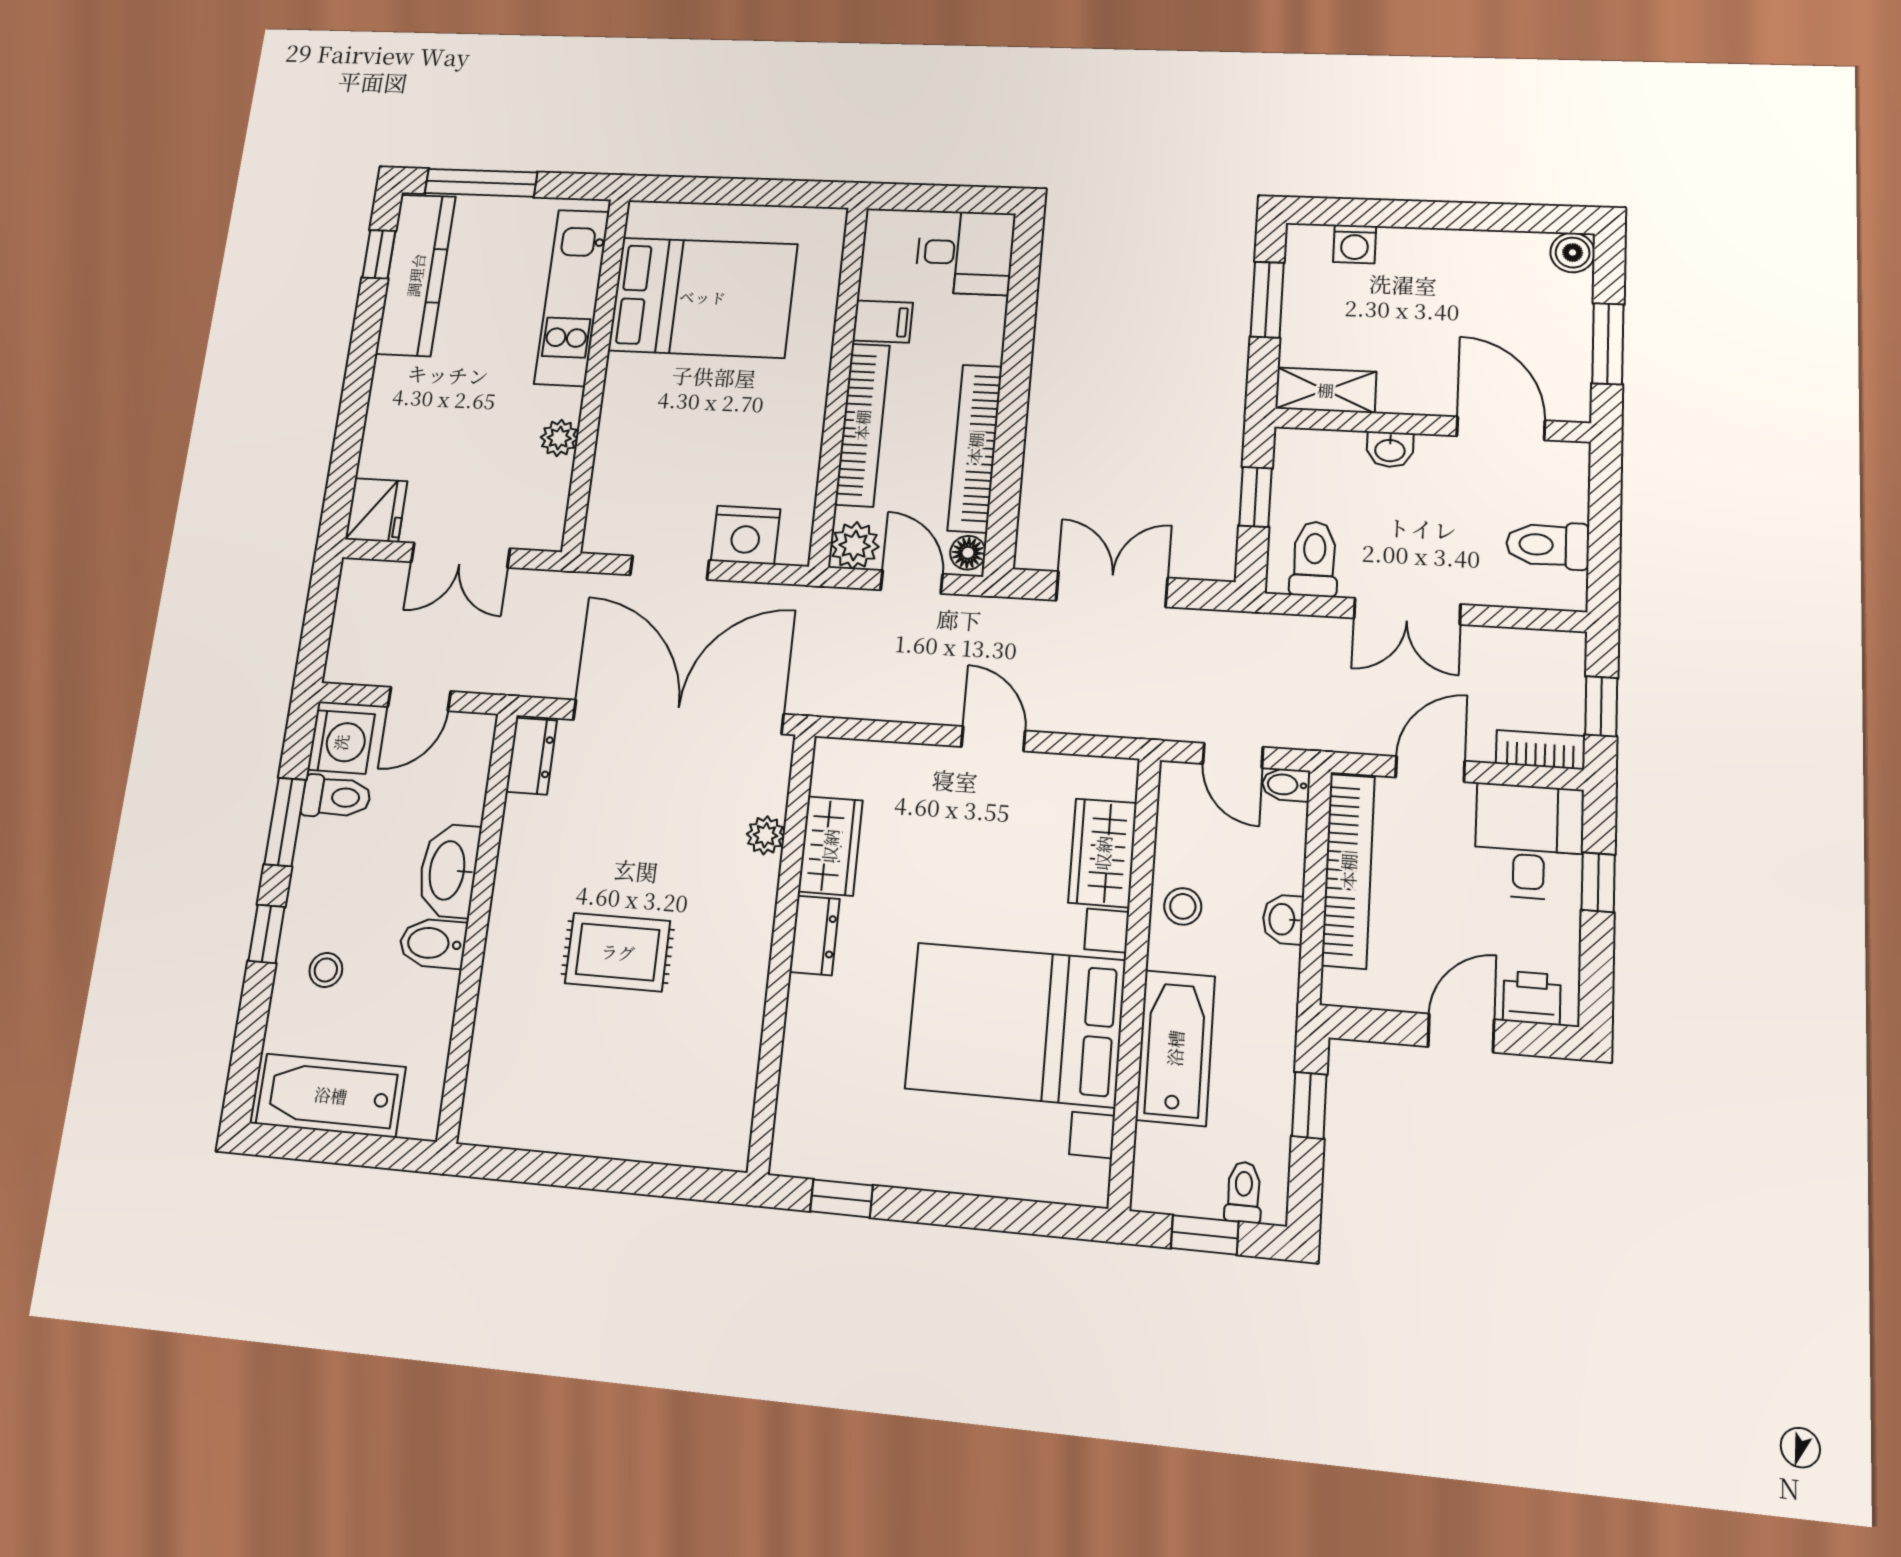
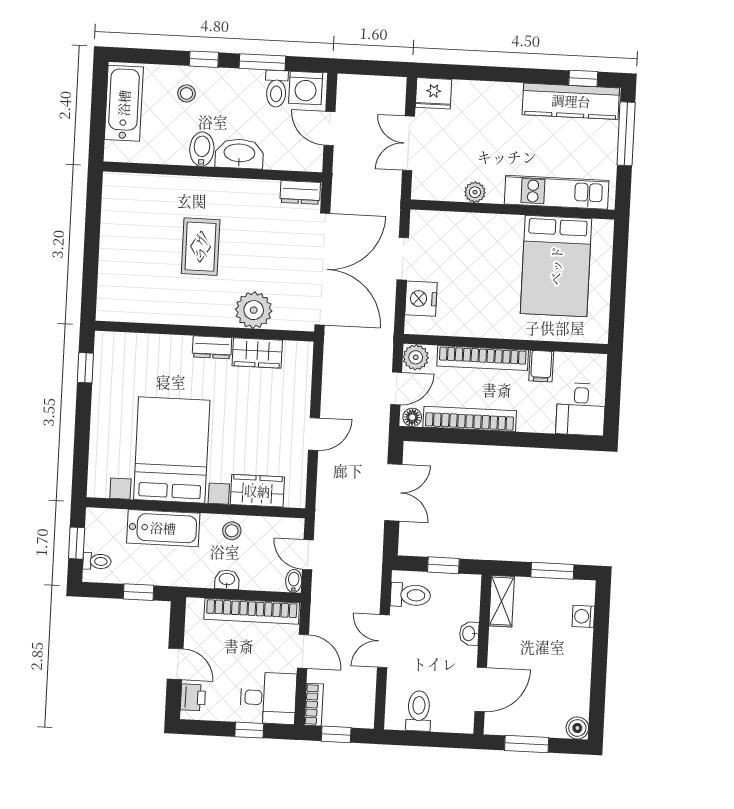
door: (1233, 755) -> (308, 555), hinge flipped
plant: (765, 835) -> (254, 310), width x1.88, depth x1.88

